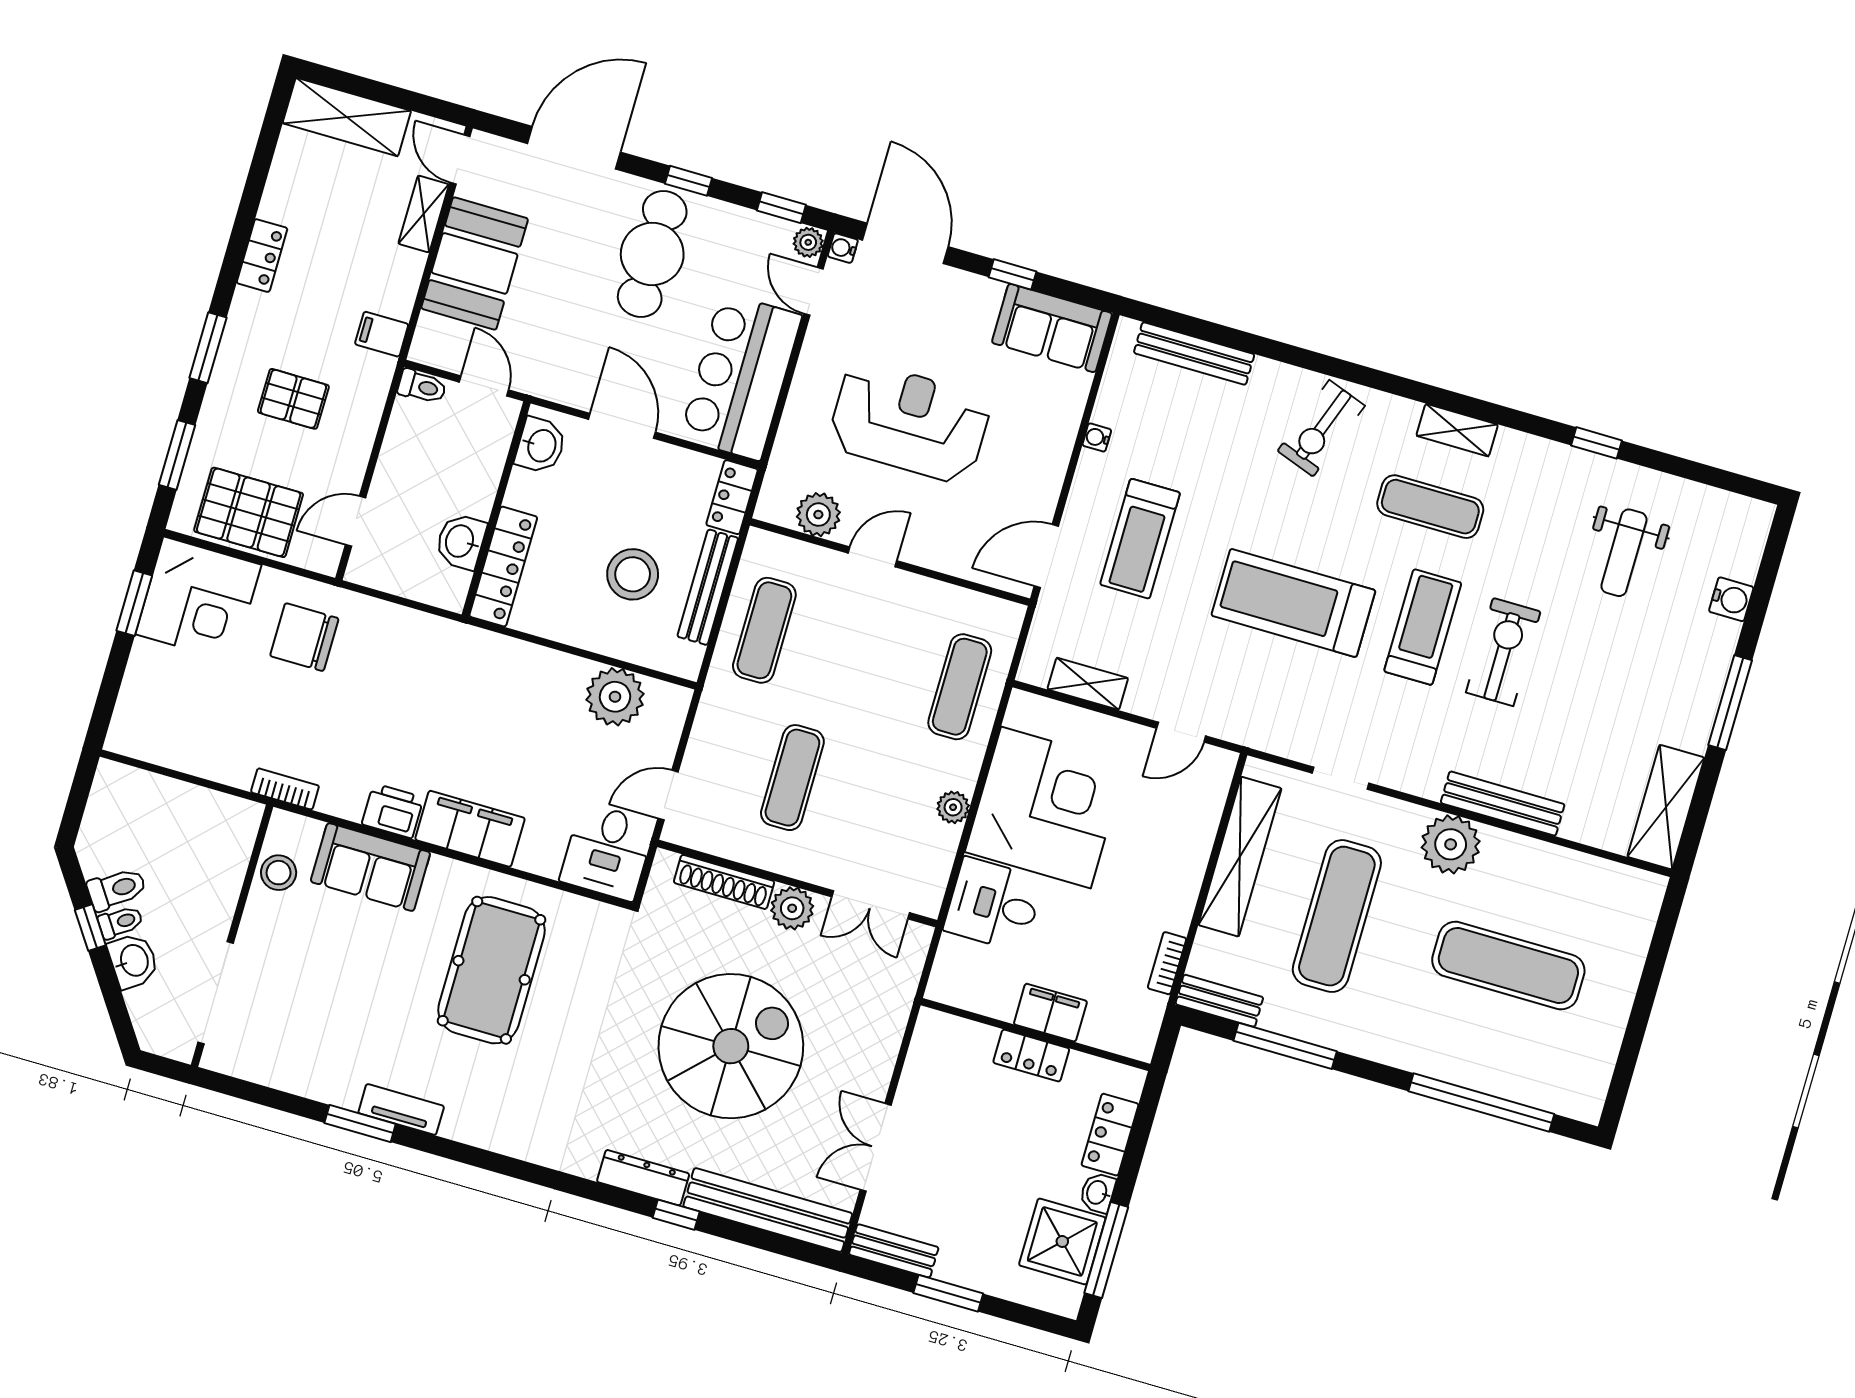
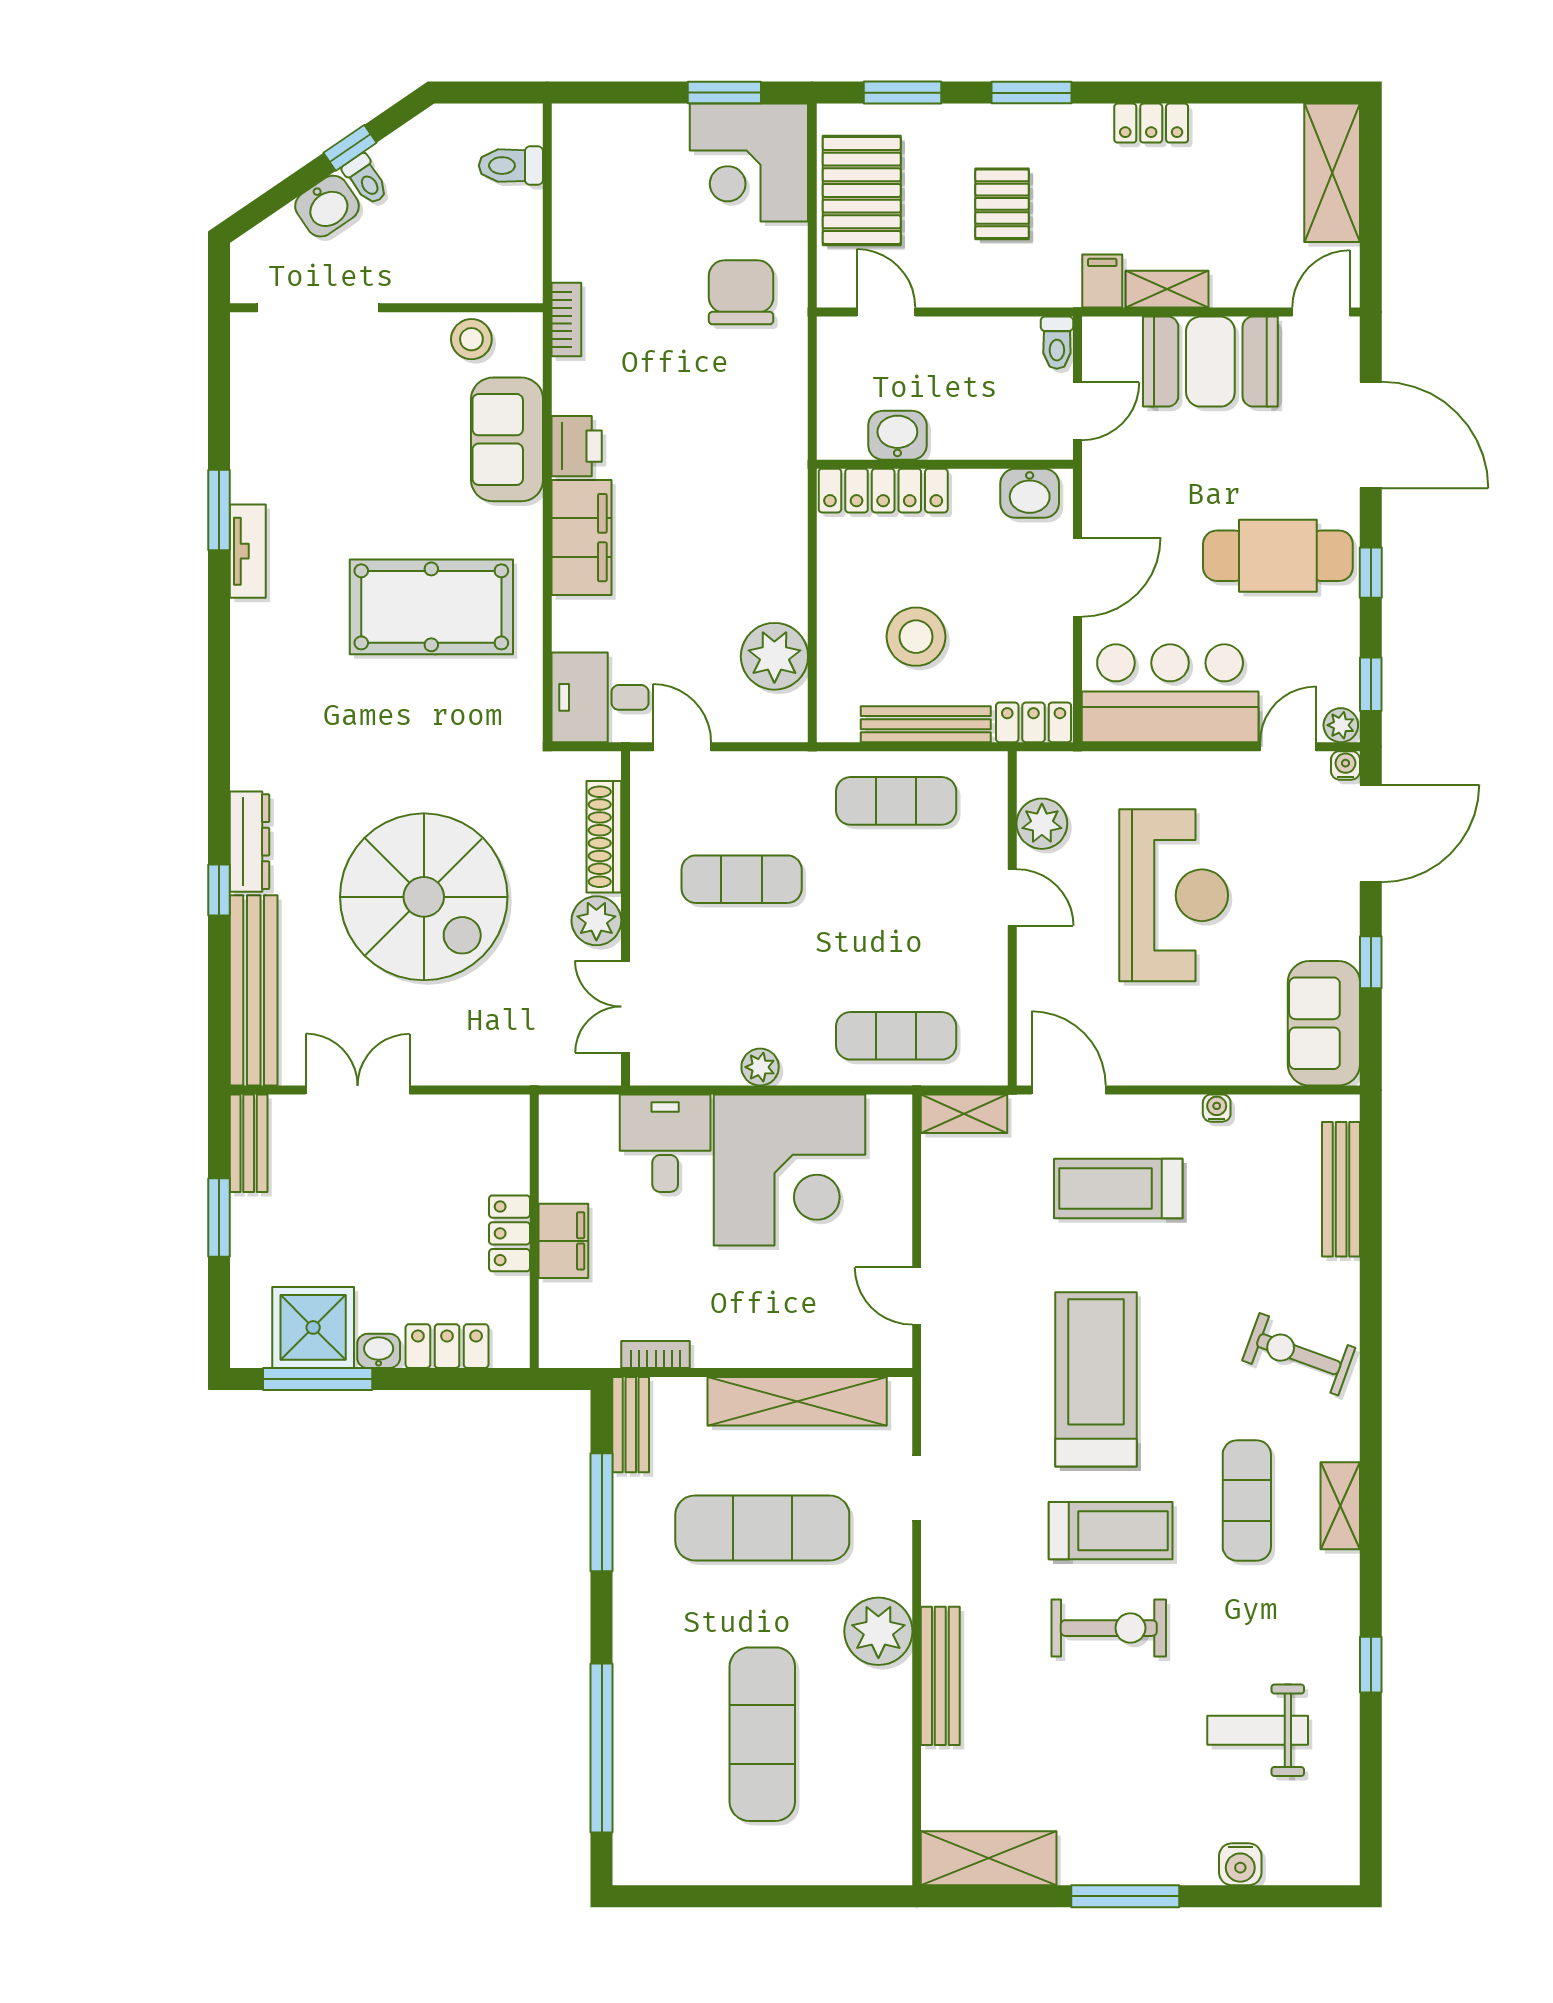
shelving: (424, 214) -> (1167, 289), moved
shelving: (1088, 684) -> (964, 1114), moved, turned 90
toilet: (117, 889) -> (511, 166), moved, turned 124

